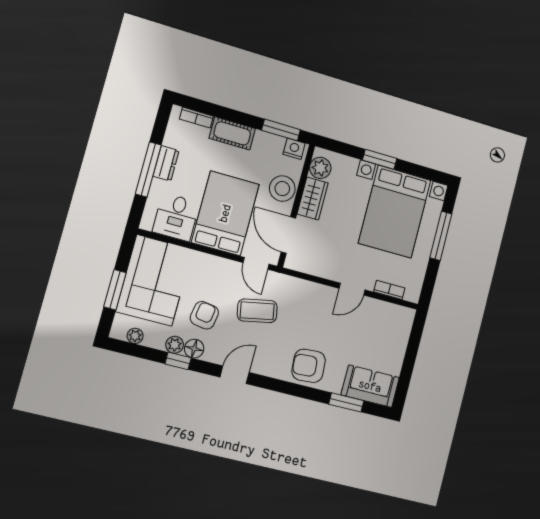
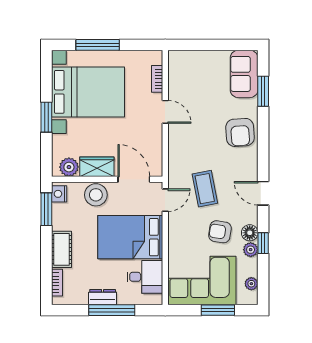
door: (288, 235) -> (134, 179), swing flipped

